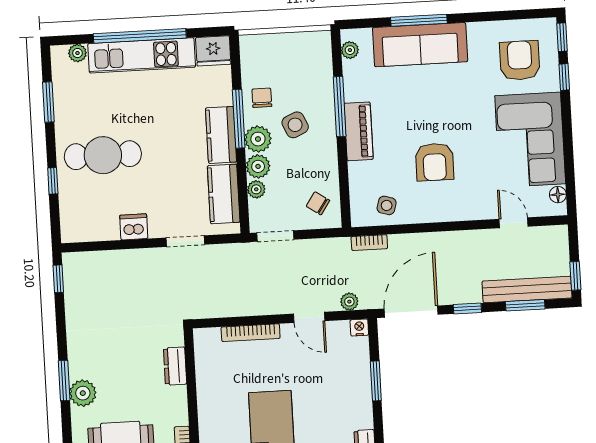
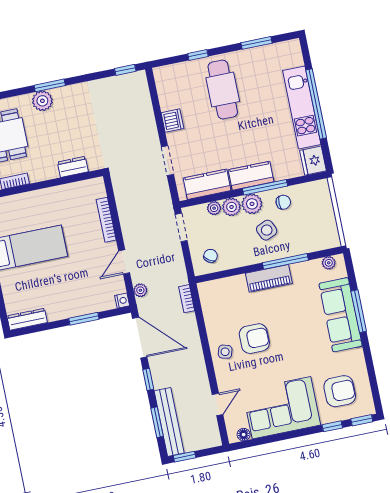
plant: (77, 53) -> (296, 59), removed
armchair: (435, 162) -> (254, 339), turned 180
side table: (387, 205) -> (225, 352), moved

